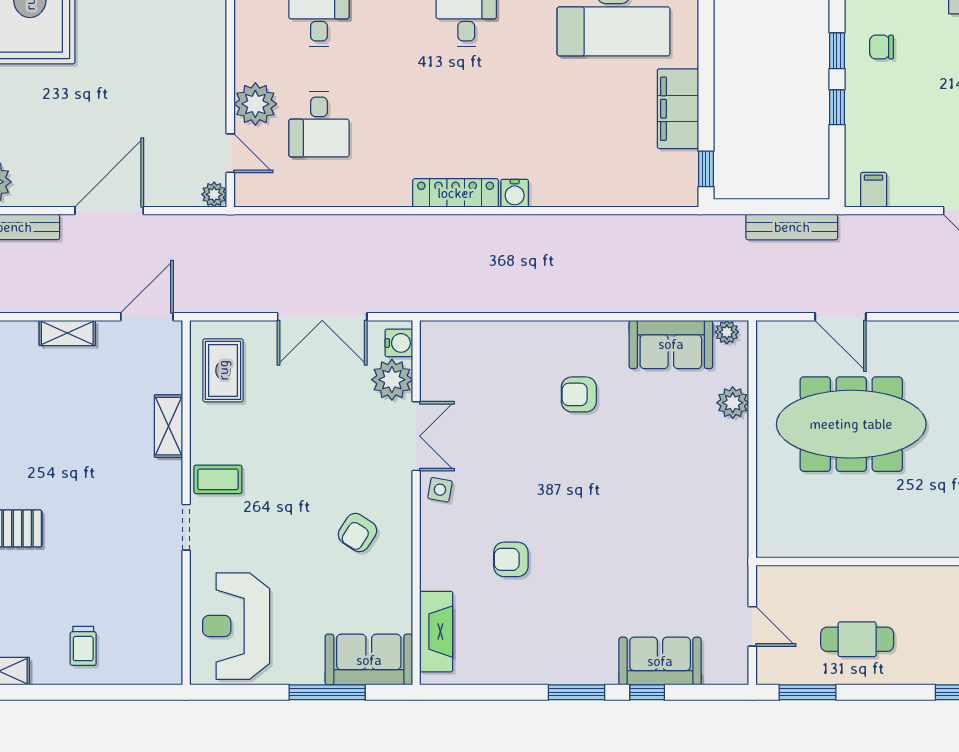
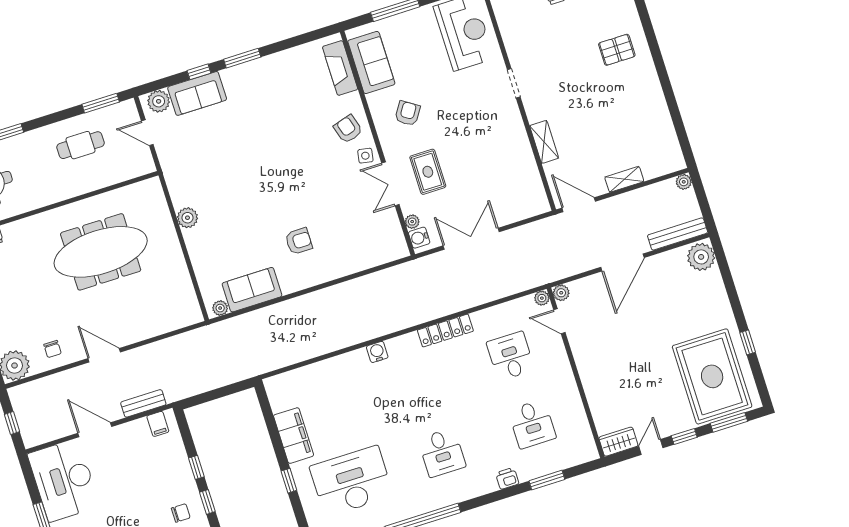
plant: (255, 104) -> (542, 298), moved, width x0.53, depth x0.53
window: (706, 169) -> (289, 481), moved
locker: (456, 193) -> (445, 331), moved
bench: (792, 227) -> (143, 403), moved, width x0.73
door: (147, 317) -> (579, 205), swing flipped
door: (841, 317) -> (104, 355), moved
rug: (223, 370) -> (428, 172), moved
plant: (392, 380) -> (412, 222), width x0.53, depth x0.53
plant: (733, 403) -> (187, 218), moved
meeting table: (851, 424) -> (101, 252), moved
coffee table: (218, 479) -> (503, 119), removed
armchair: (511, 559) -> (348, 129), moved, turned -107
sofa: (369, 660) -> (371, 62), moved, turned -90
plant: (721, 668) -> (159, 101), added

